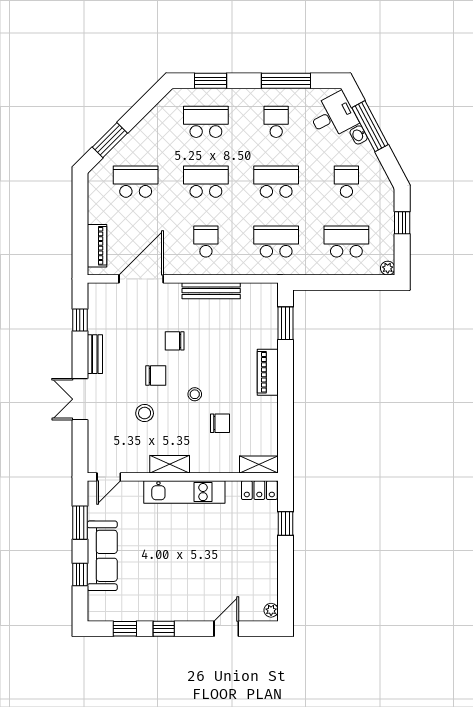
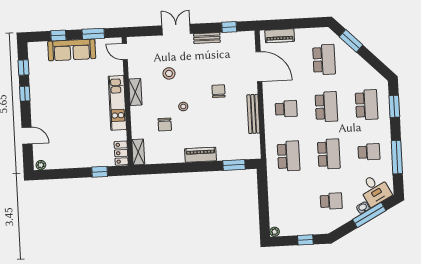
school desk: (346, 242) -> (291, 203), removed
chair: (156, 375) -> (195, 80), removed

